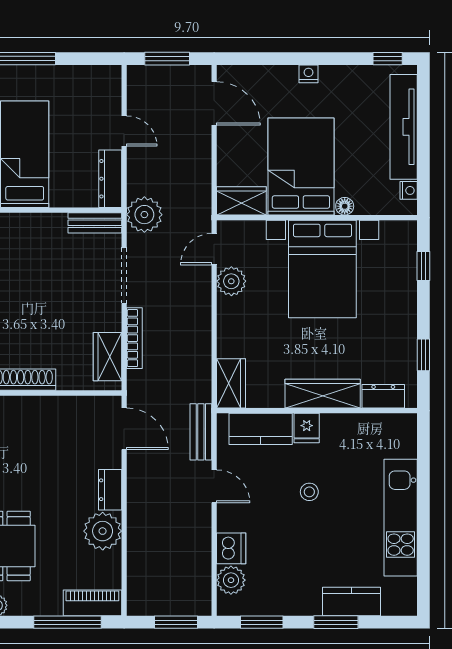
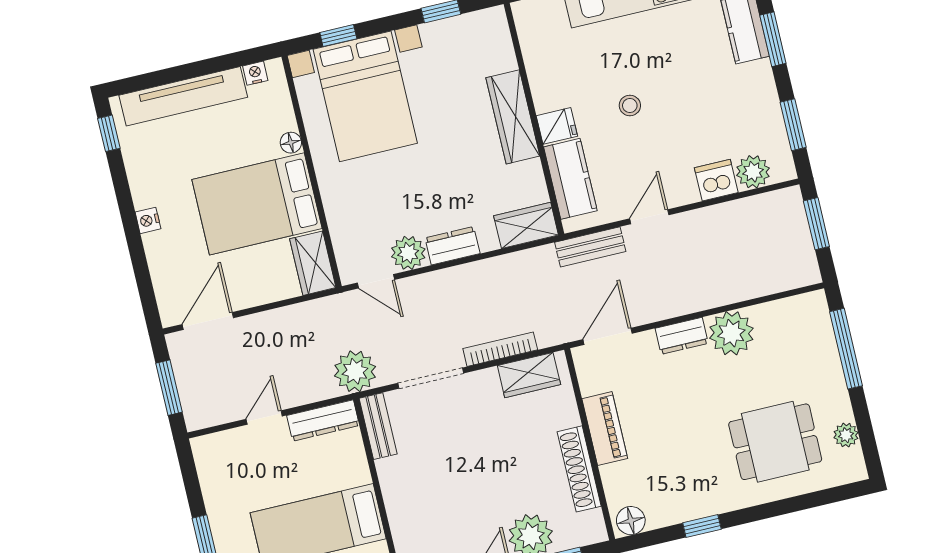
bed with nightstands: (322, 269) -> (365, 96), moved, turned 90
dresser: (383, 396) -> (452, 246), moved, turned 90
piano: (92, 603) -> (605, 429), moved, turned 180

